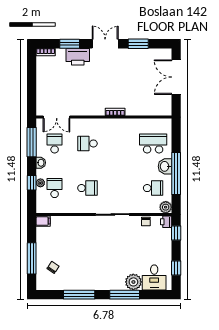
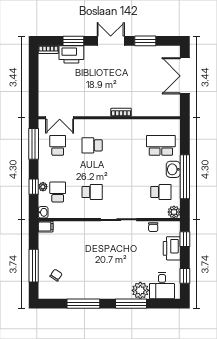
printer: (78, 57) -> (71, 54), moved
washbasin: (41, 163) -> (43, 212), moved
printer: (166, 222) -> (172, 248), moved, width x1.87, depth x1.48

